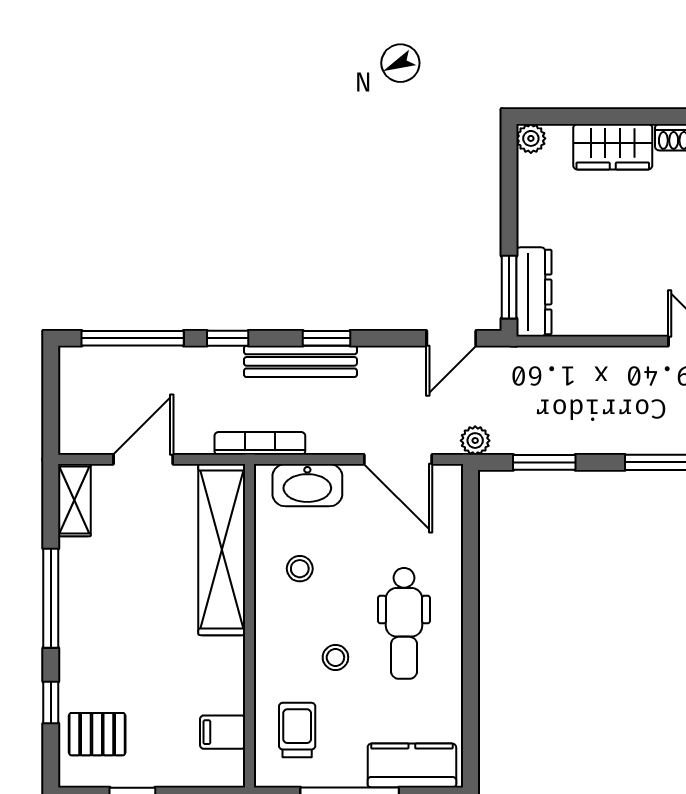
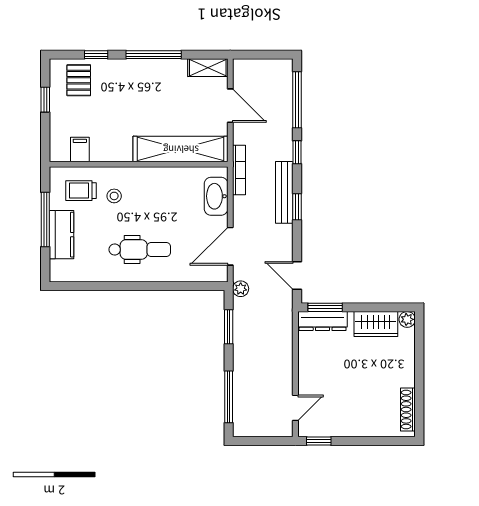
wardrobe: (613, 147) -> (376, 324), moved, turned -90
stool: (300, 569) -> (170, 192), removed
dental chair: (404, 623) -> (140, 250), turned 180
stool: (335, 657) -> (114, 196), moved
trolley: (297, 730) -> (81, 191), turned 180
kitchen counter: (412, 765) -> (61, 235), moved

